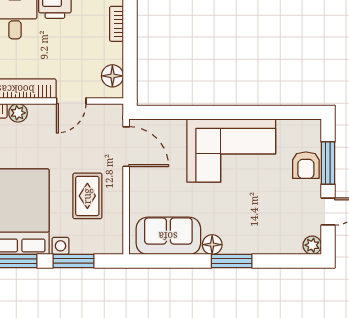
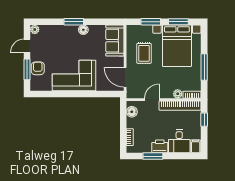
sofa: (168, 236) -> (115, 41), moved, turned 90

